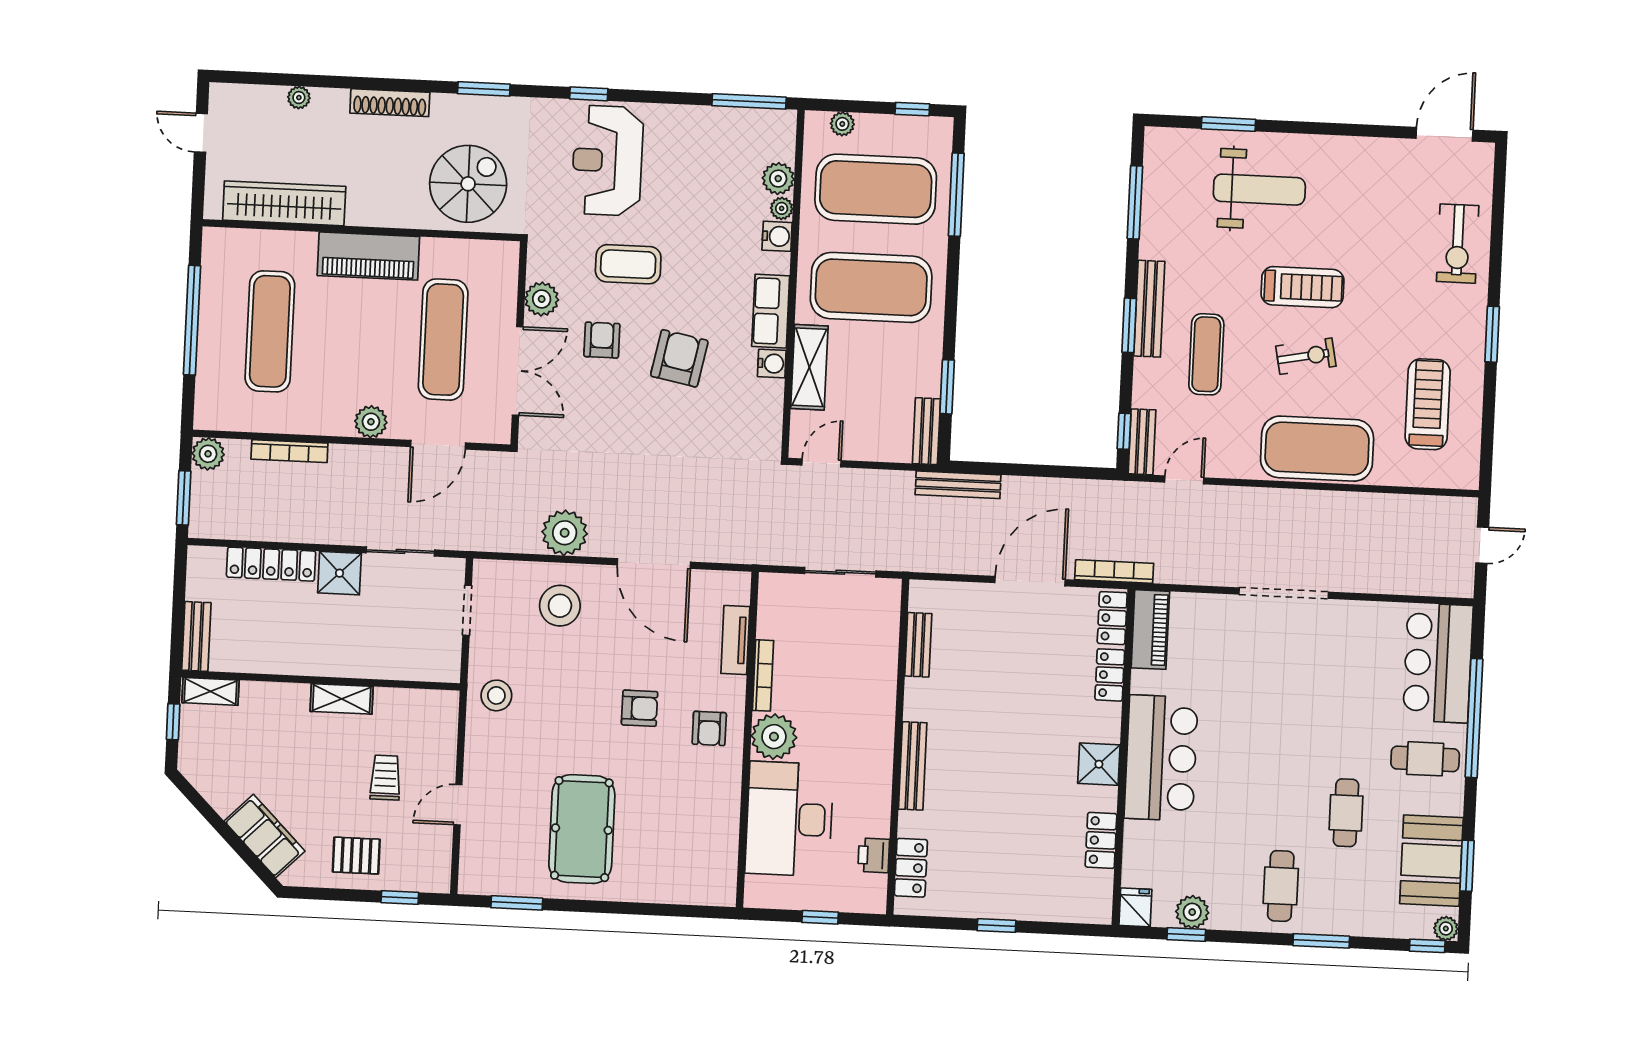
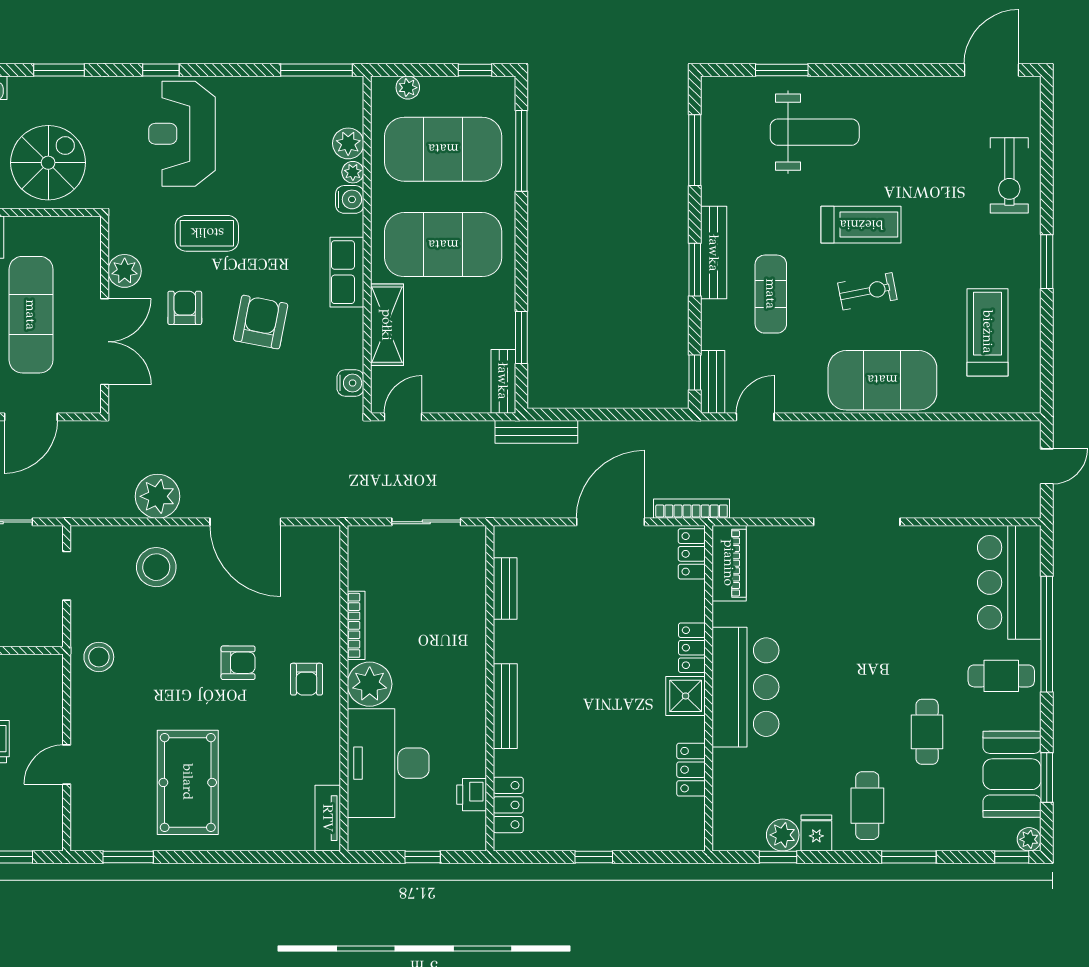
water cooler: (772, 363) -> (350, 383), moved
tv unit: (735, 640) -> (328, 818), moved
locker: (1110, 675) -> (692, 648), moved
fridge: (1135, 907) -> (816, 833), moved

